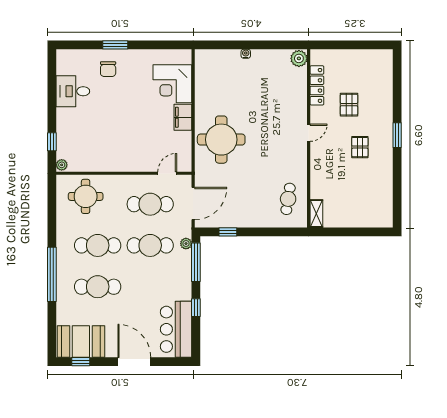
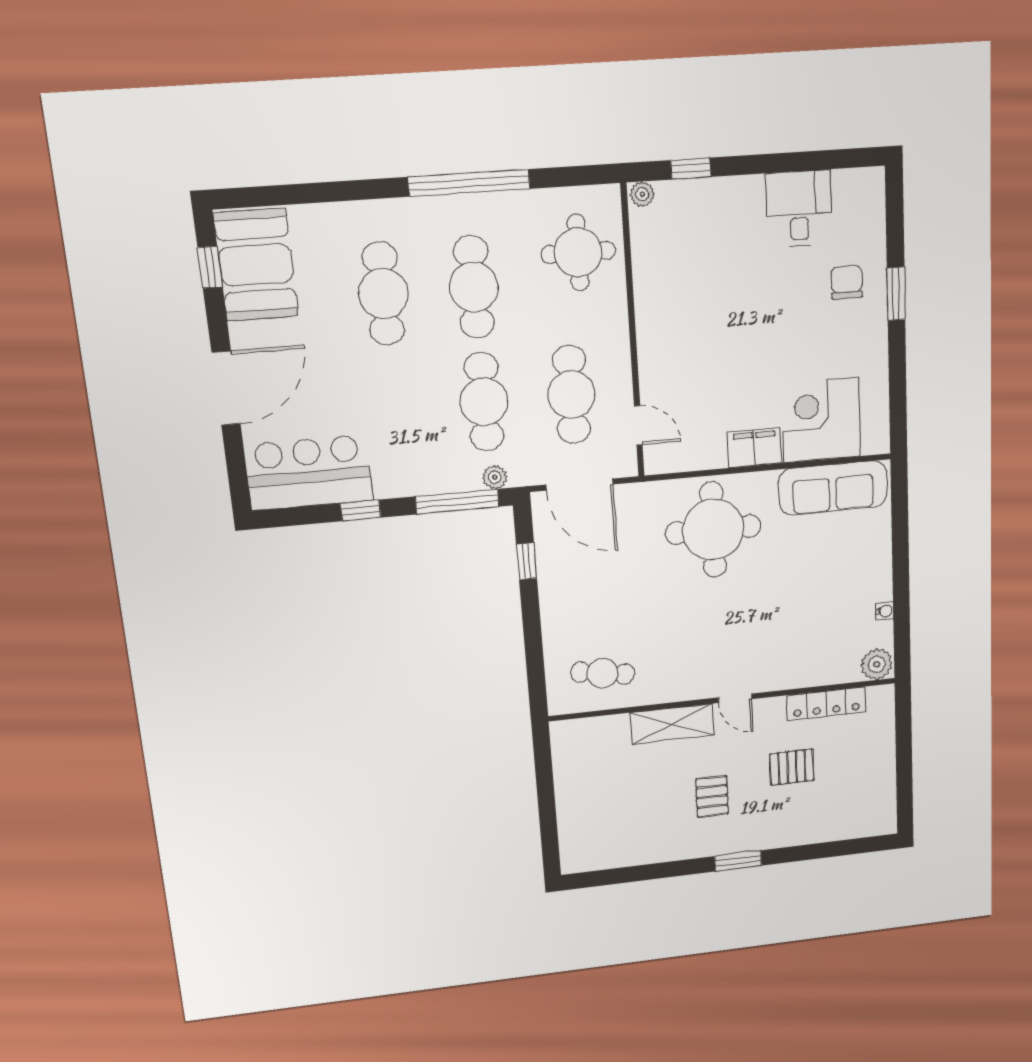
water cooler: (246, 54) -> (885, 611), moved
chair: (108, 69) -> (847, 282), turned 90
sofa: (206, 79) -> (833, 488), added
pallet: (360, 147) -> (712, 796), turned 90
shelving: (316, 214) -> (672, 724), moved, width x1.50, depth x1.33
window: (52, 274) -> (469, 183), moved

